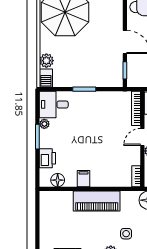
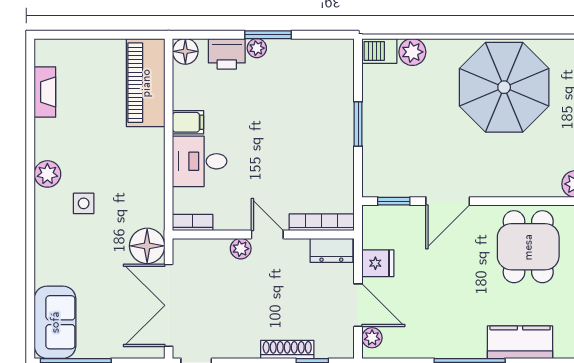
desk: (54, 104) -> (200, 161), moved, turned -90
plant: (44, 124) -> (257, 48), moved
floor lamp: (58, 180) -> (185, 51), moved
piano: (97, 201) -> (146, 83), moved

